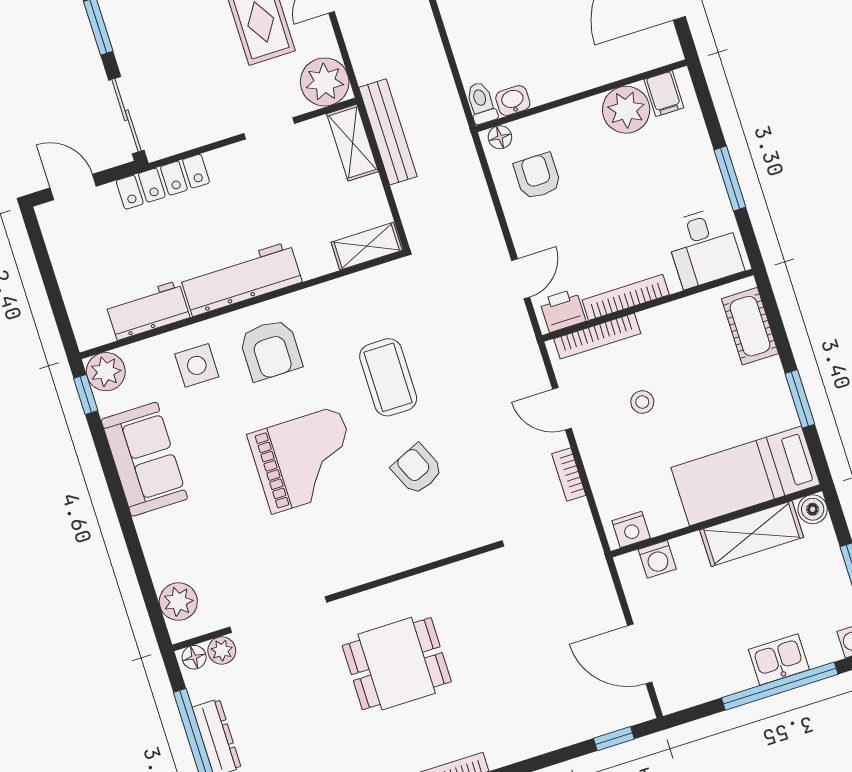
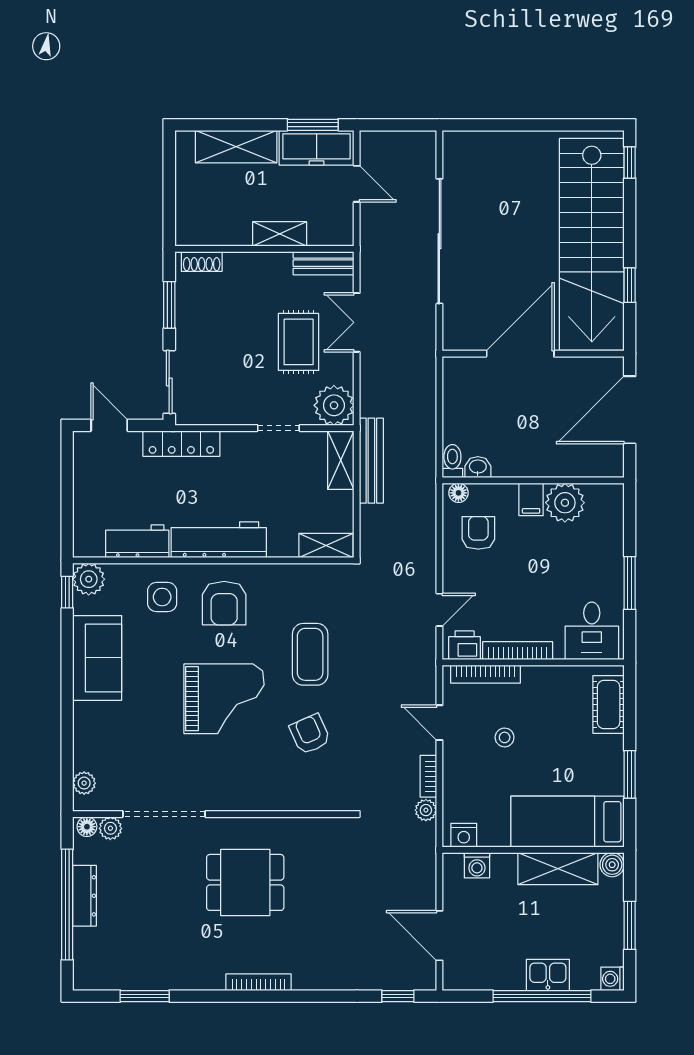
filing cabinet: (664, 94) -> (531, 499), moved
plant: (578, 514) -> (426, 810), added
plant: (178, 602) -> (84, 783), width x0.73, depth x0.73

